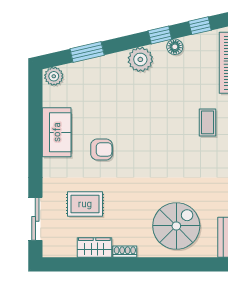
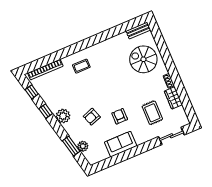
floor lamp: (175, 47) -> (48, 101), removed
plant: (54, 76) -> (83, 146), moved
armchair: (120, 105) -> (92, 117), added

